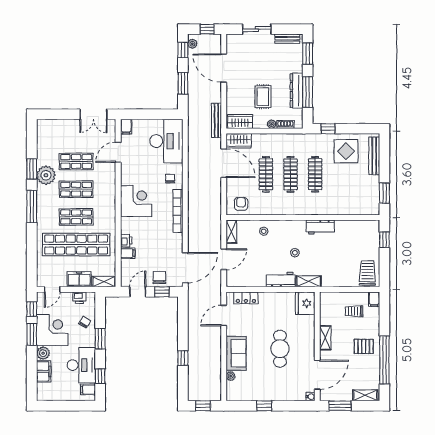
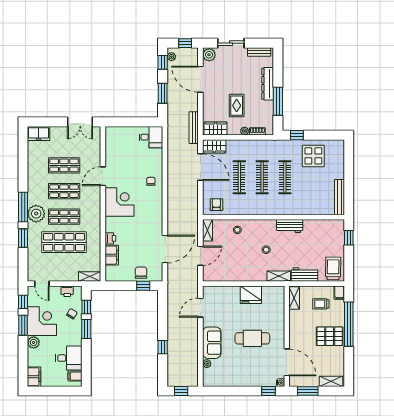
plant: (233, 42) -> (209, 55), added
window: (308, 54) -> (278, 66), removed
dresser: (297, 91) -> (268, 84), moved
filing cabinet: (126, 127) -> (110, 133), removed
desk: (166, 141) -> (151, 137), width x0.53, depth x0.77
door: (118, 152) -> (103, 176), moved
bench: (374, 156) -> (339, 197), moved
window: (32, 169) -> (23, 238), moved
plant: (46, 175) -> (36, 214), moved
window: (384, 193) -> (349, 195), removed
bookcase: (178, 211) -> (158, 211), removed
shop shelf: (76, 245) -> (64, 242), width x0.71
filing cabinet: (128, 253) -> (112, 255), width x2.00
door: (185, 268) -> (165, 249), moved
freezer: (79, 279) -> (39, 133), moved, turned 180
workbench: (281, 280) -> (304, 275), moved
door: (52, 289) -> (42, 284), hinge flipped
door: (138, 292) -> (121, 286), removed
locker: (246, 298) -> (221, 291), removed
fridge: (305, 303) -> (251, 295), moved, turned -90
shelving: (325, 338) -> (294, 298), moved
pallet: (364, 346) -> (330, 336), width x1.50, depth x1.42
cafe table: (280, 349) -> (252, 338), turned 90
window: (384, 360) -> (349, 324), moved
desk: (81, 365) -> (69, 358), width x0.73
filing cabinet: (44, 371) -> (34, 377), moved
door: (317, 375) -> (287, 362), hinge flipped
window: (100, 376) -> (86, 307), moved
window: (264, 406) -> (269, 391), moved

